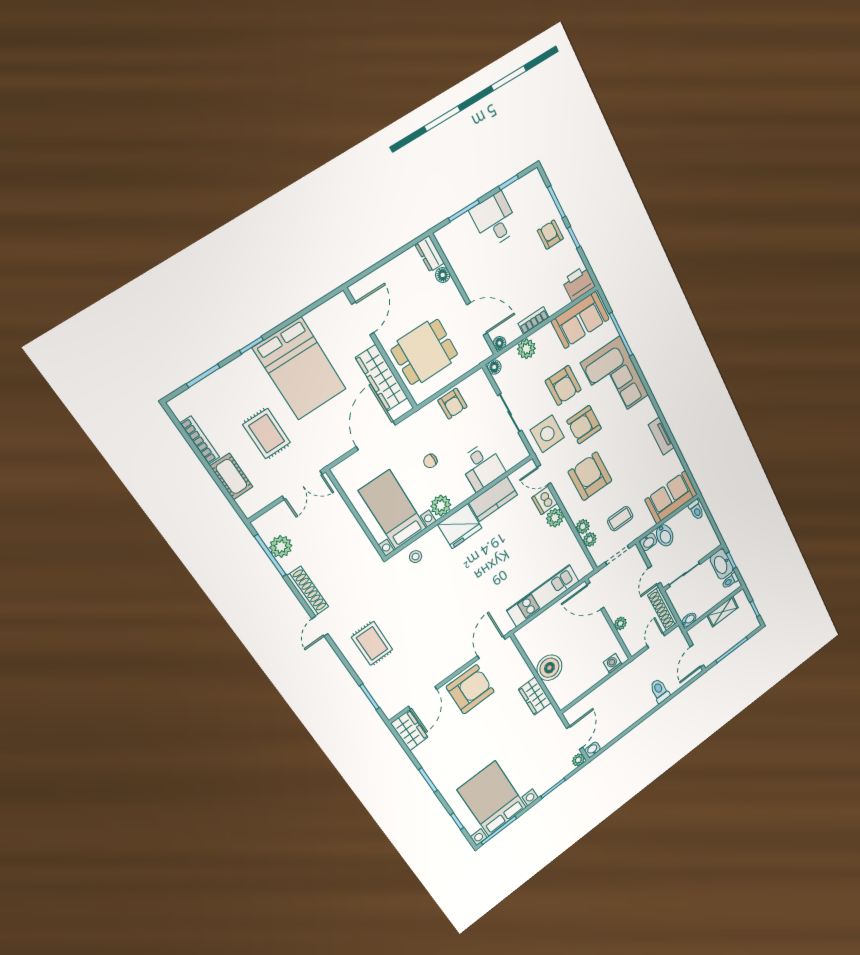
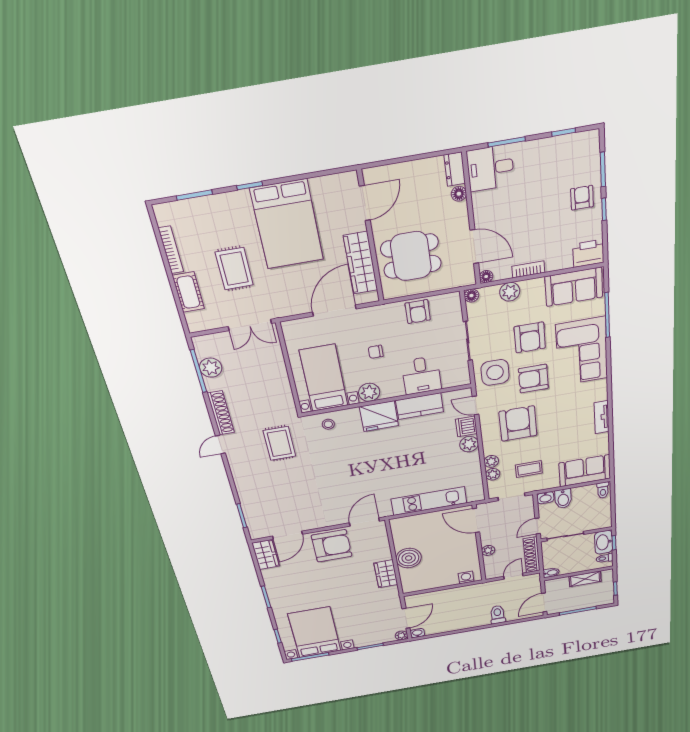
desk: (495, 220) -> (490, 168), moved, turned -90
rug: (372, 643) -> (279, 443), moved

